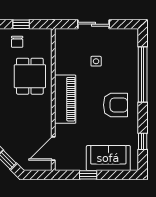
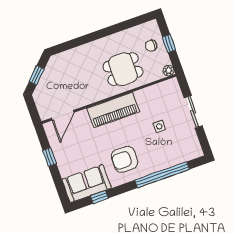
plant: (46, 34) -> (168, 71), added
armchair: (115, 105) -> (124, 159), turned 90
door: (53, 148) -> (63, 115), swing flipped
sofa: (108, 158) -> (87, 184), moved, turned -90

